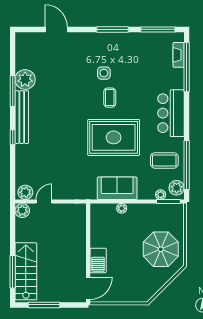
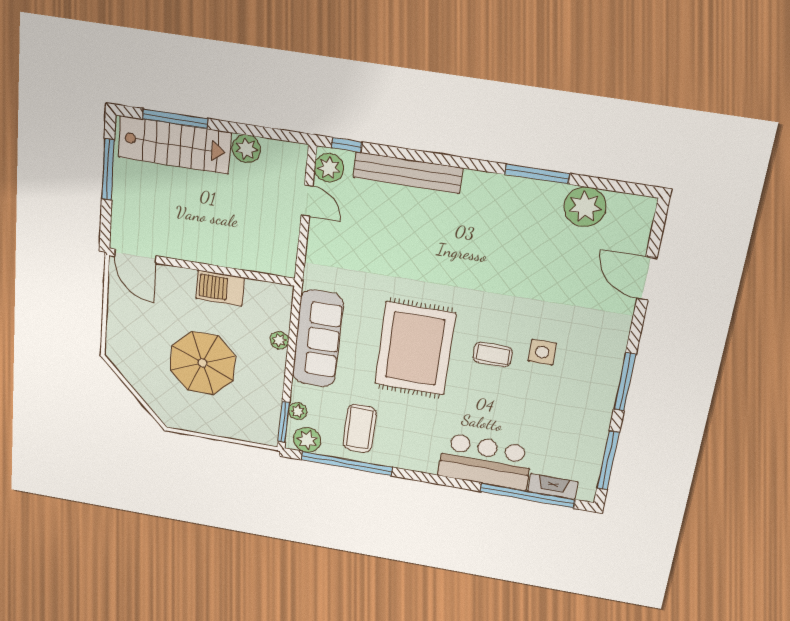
door: (56, 29) -> (647, 279), swing flipped
plant: (25, 80) -> (585, 207), moved
bar counter: (171, 113) -> (485, 462), moved
bench: (22, 117) -> (408, 173), moved
window: (13, 137) -> (347, 145), moved
sofa: (117, 188) -> (318, 339), width x1.36
plant: (22, 211) -> (246, 149), moved
parasol: (161, 249) -> (203, 363), moved
barbecue: (98, 260) -> (220, 288), moved

